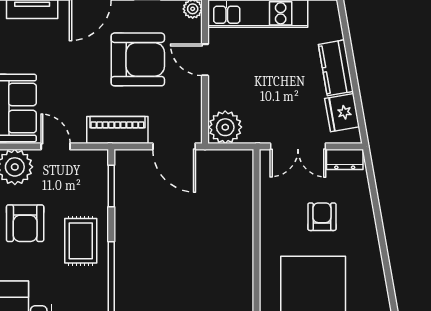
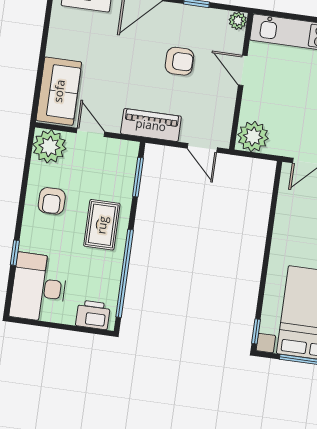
armchair: (138, 59) -> (179, 61), width x0.53, depth x0.53
door: (174, 146) -> (202, 148), width x0.73
armchair: (25, 223) -> (52, 201), width x0.72, depth x0.72

